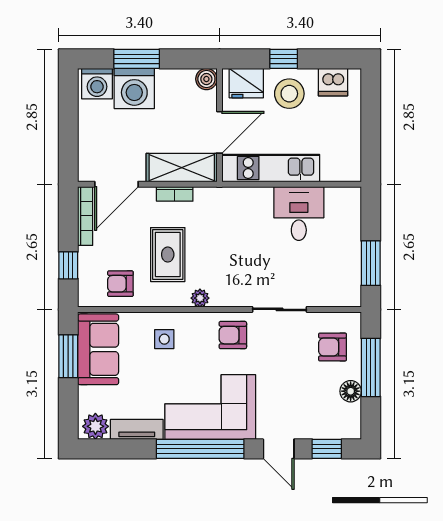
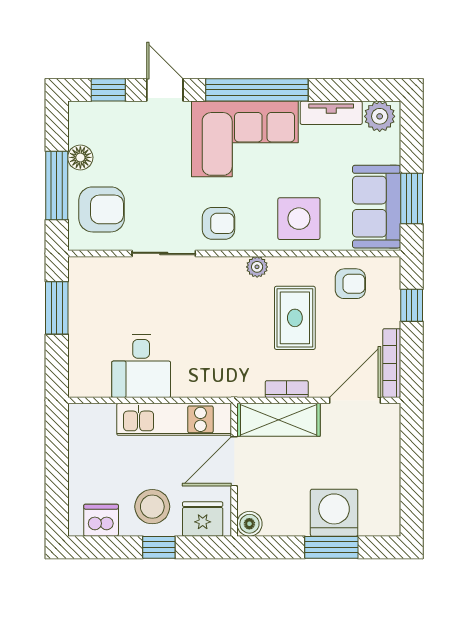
washing machine: (97, 84) -> (378, 518), removed
side table: (164, 339) -> (299, 219), width x1.87, depth x1.87
armchair: (332, 347) -> (102, 209), width x1.38, depth x1.38

